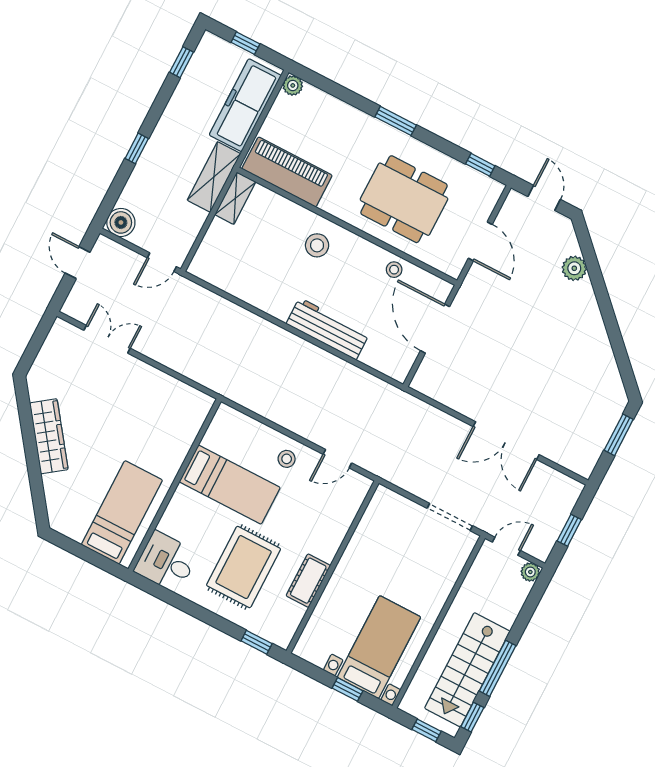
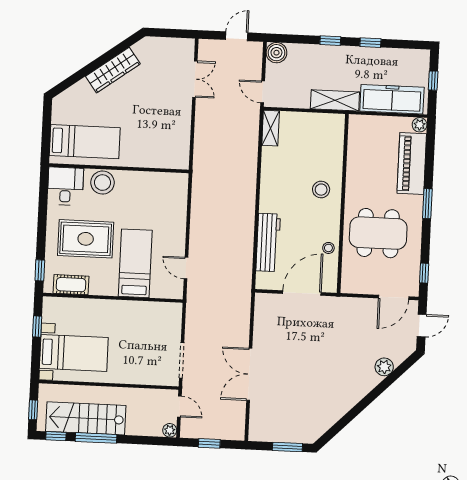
window: (182, 62) -> (370, 43), moved
piano: (287, 172) -> (412, 164), moved, turned 180
shelving: (235, 198) -> (271, 128), moved, turned 90
dining table: (404, 199) -> (378, 233), turned 90
door: (480, 241) -> (394, 297), moved
workbench: (328, 329) -> (268, 242), moved
stool: (287, 459) -> (102, 183), moved, width x1.89, depth x1.89
bed: (230, 485) -> (135, 263), moved, turned 180
cot: (308, 581) -> (71, 285), moved
window: (348, 689) -> (37, 326), moved

